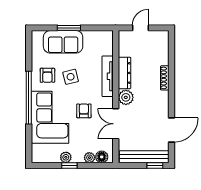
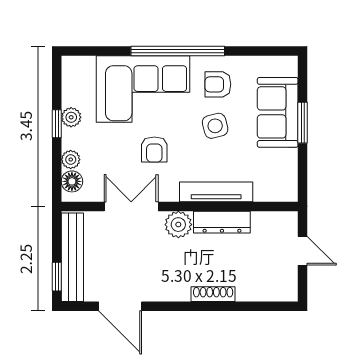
armchair: (84, 111) -> (154, 149), turned 90

